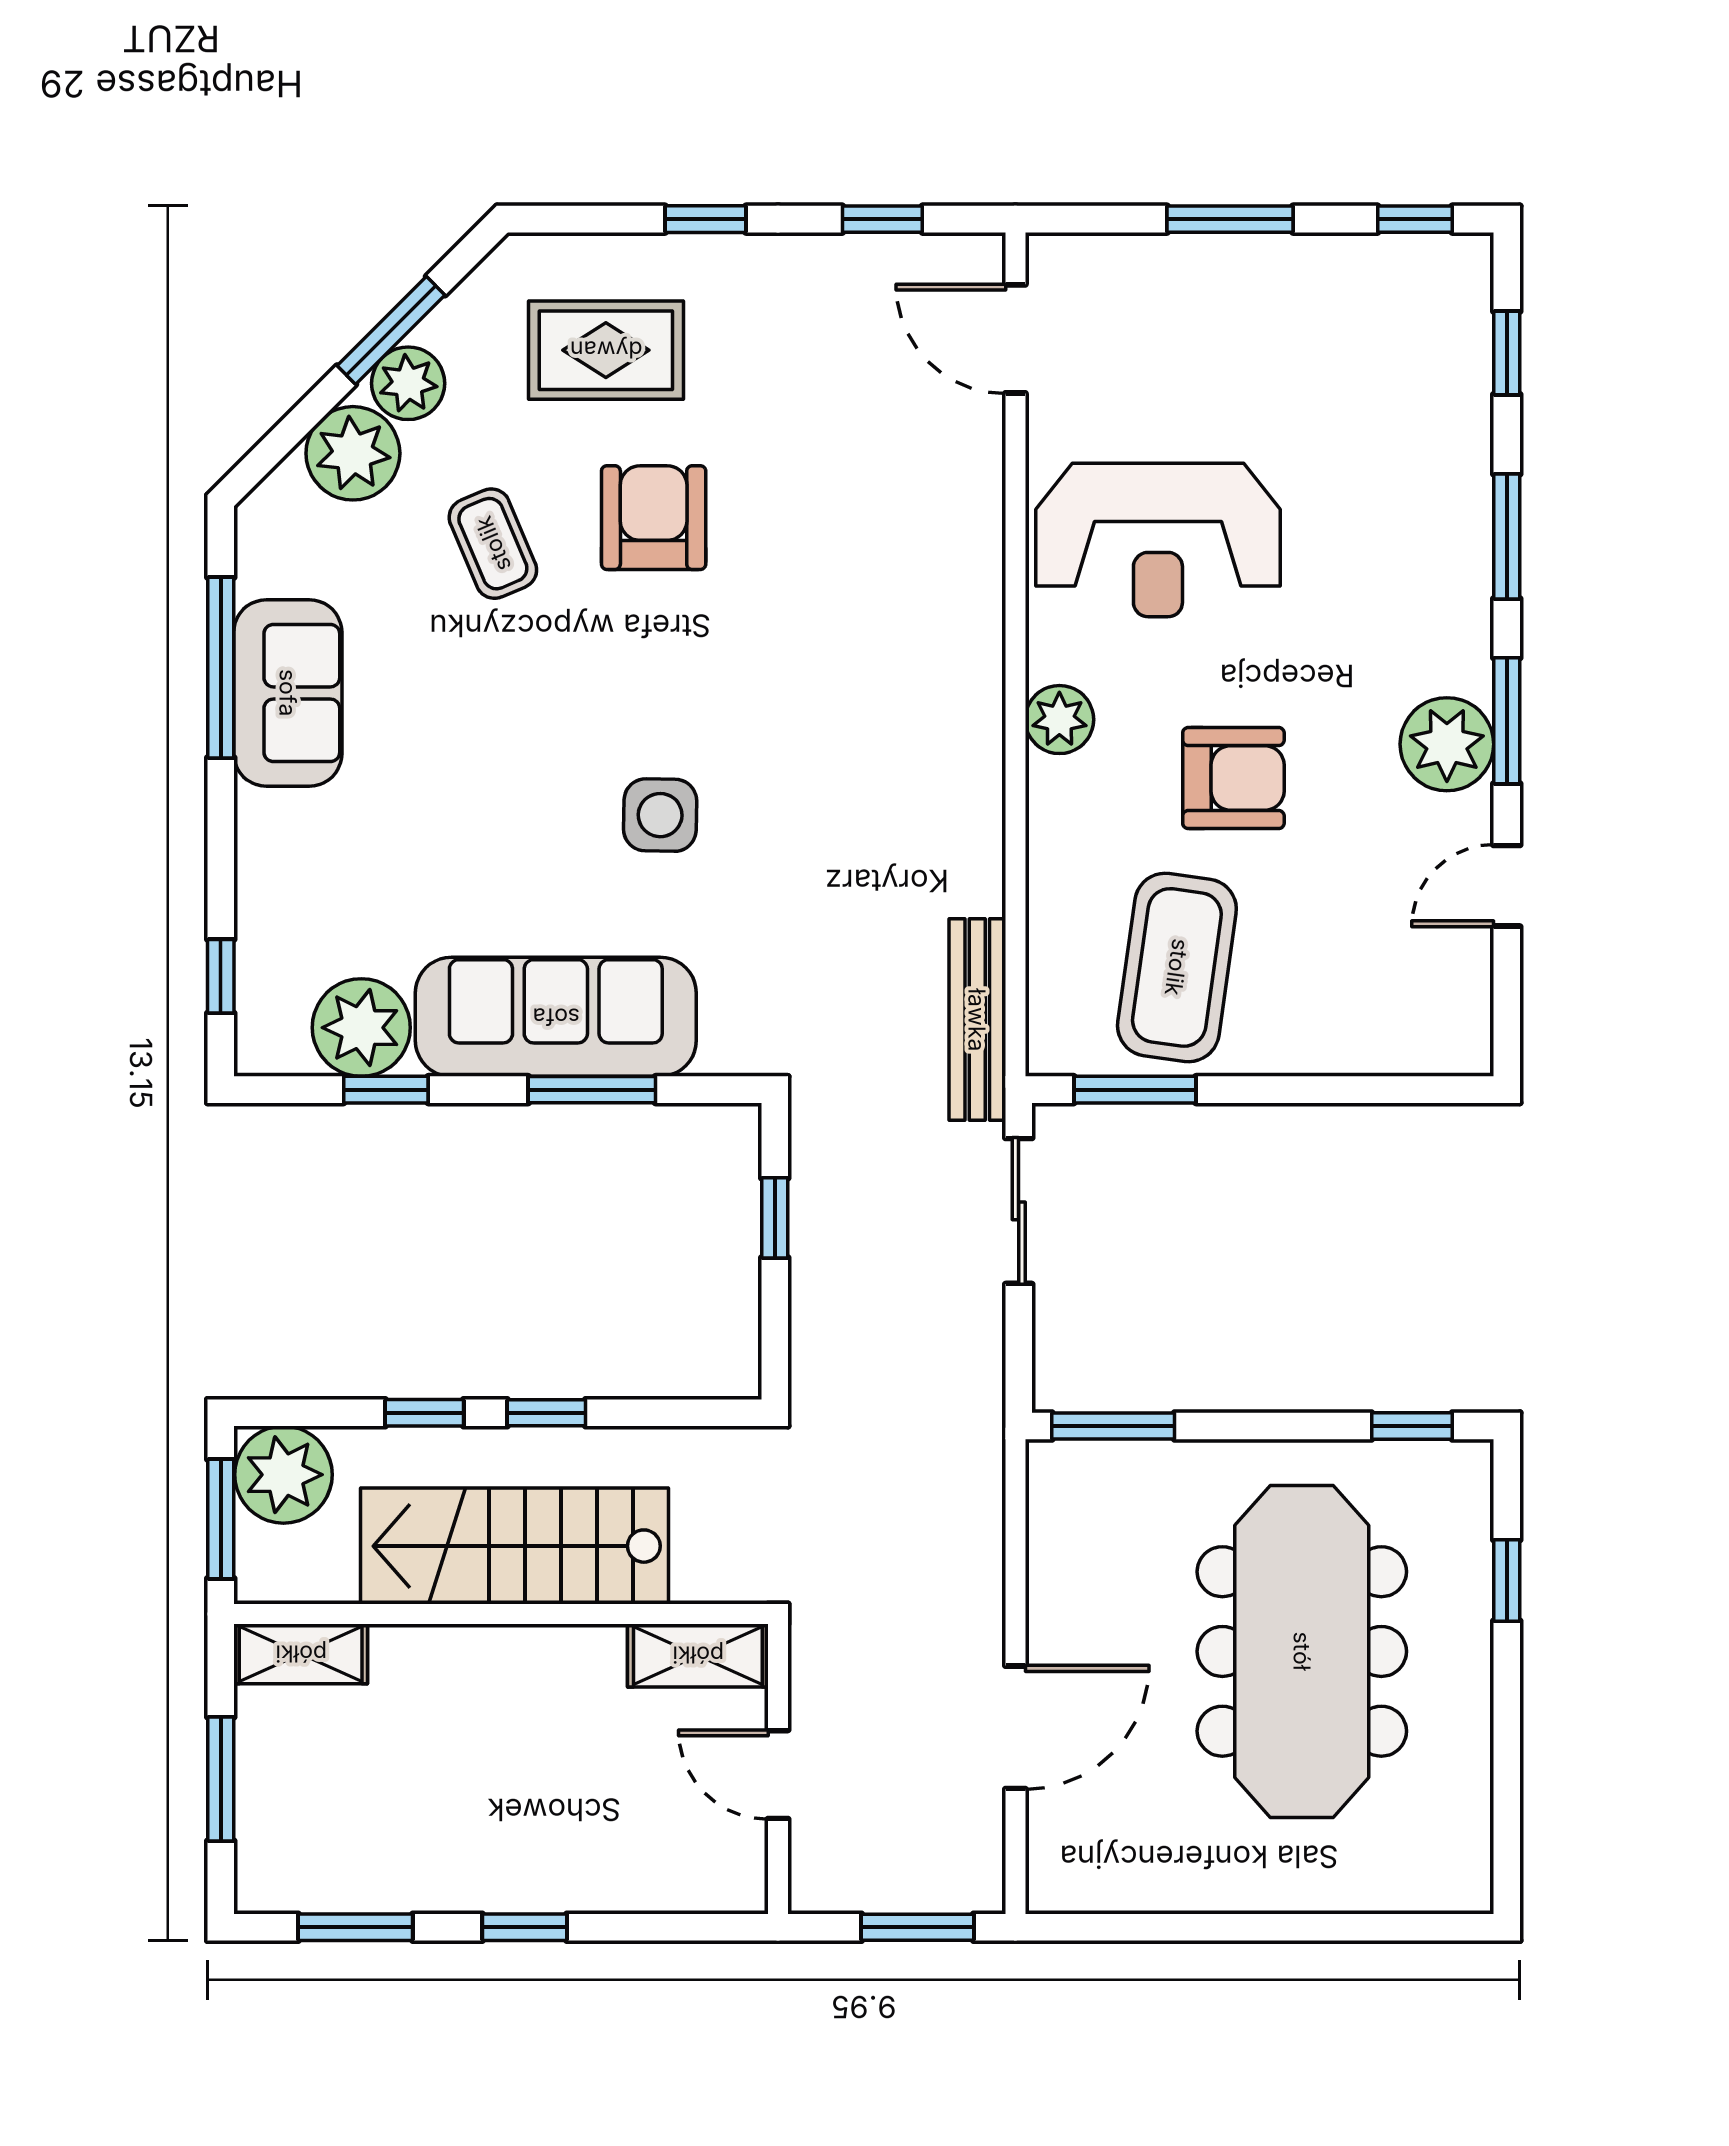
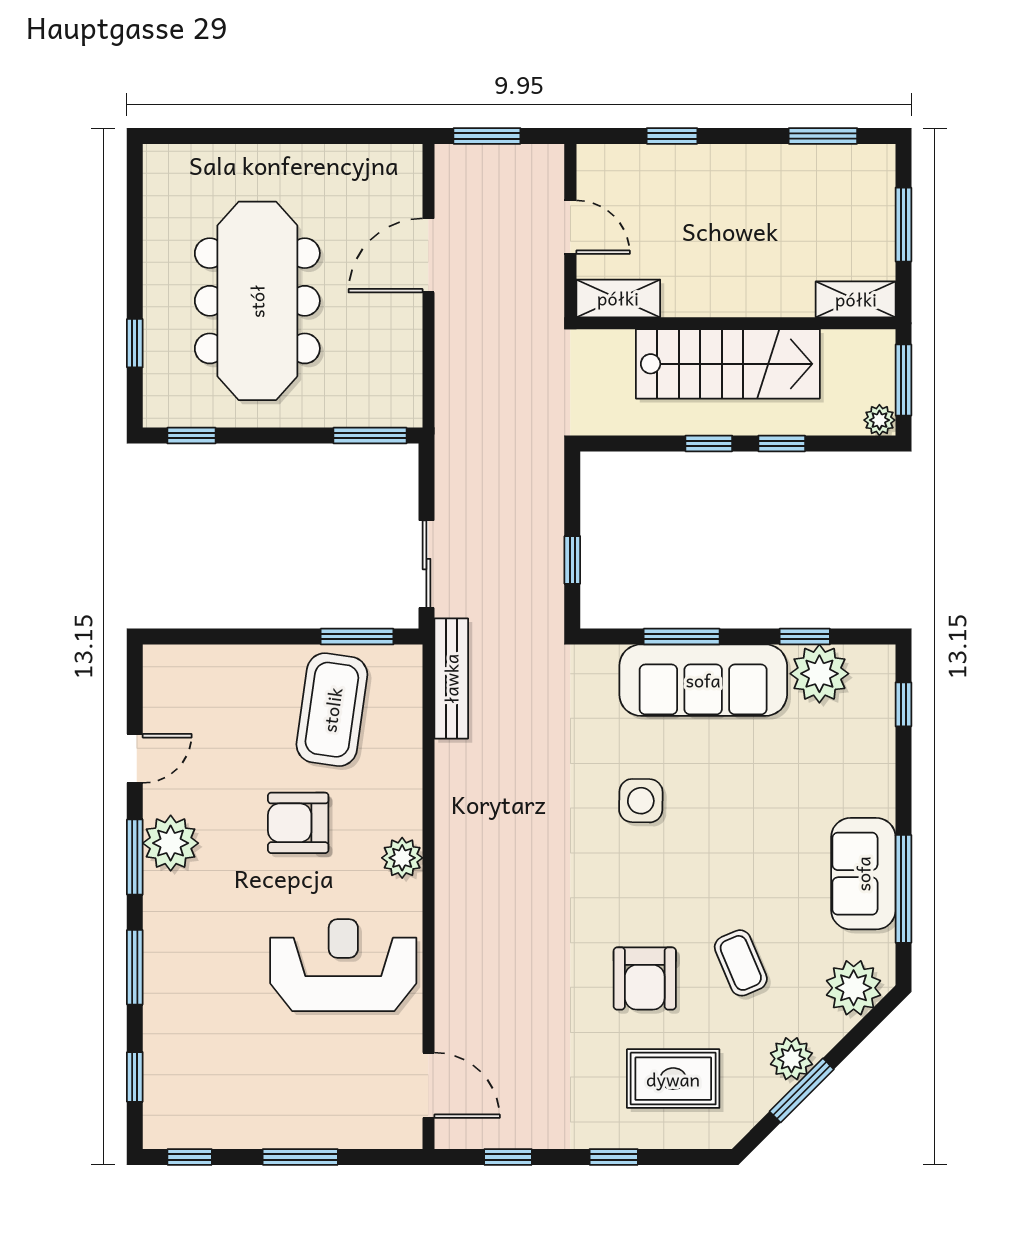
plant: (353, 453) -> (854, 988), moved
plant: (283, 1475) -> (879, 420), width x0.53, depth x0.53
window: (525, 1927) -> (672, 136), moved

